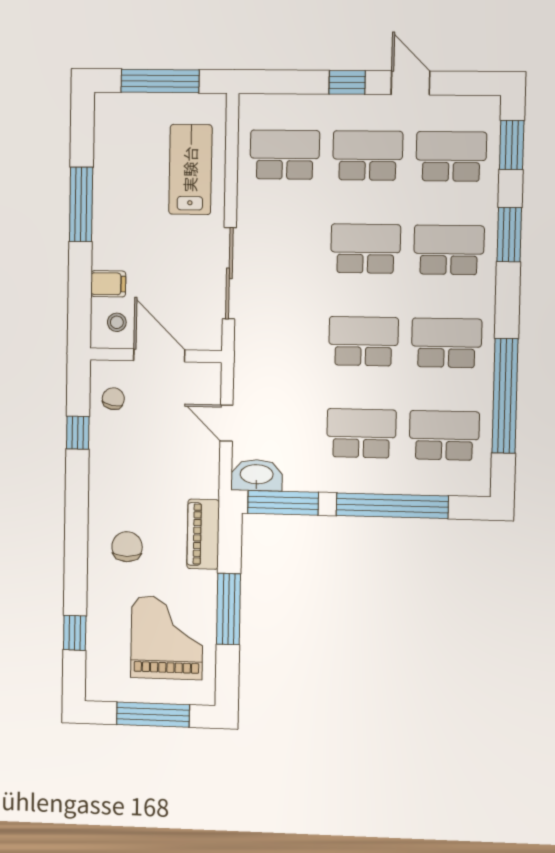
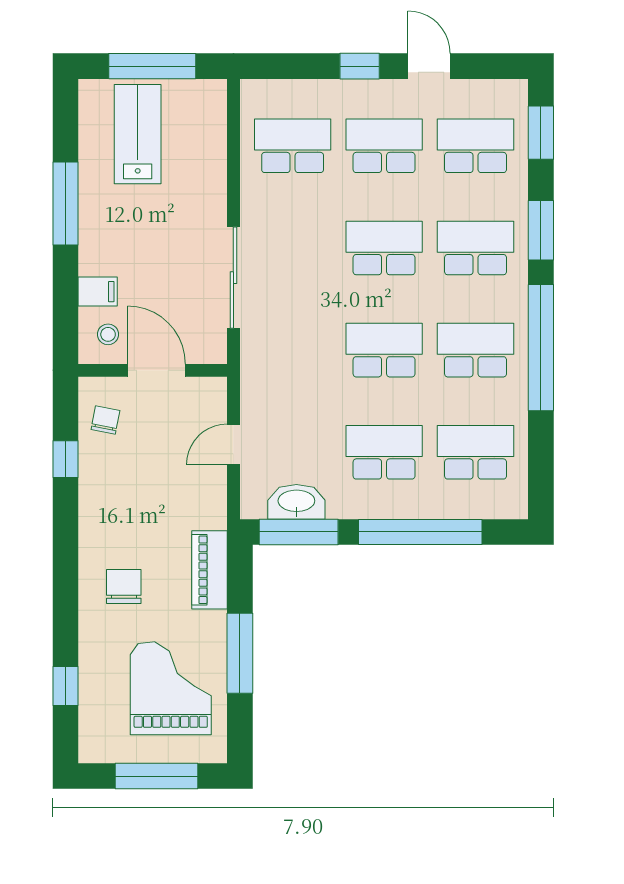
lab bench: (190, 169) -> (138, 134), moved
window: (505, 396) -> (541, 348), moved
door: (226, 423) -> (233, 444), hinge flipped
washbasin: (257, 475) -> (296, 502), moved

